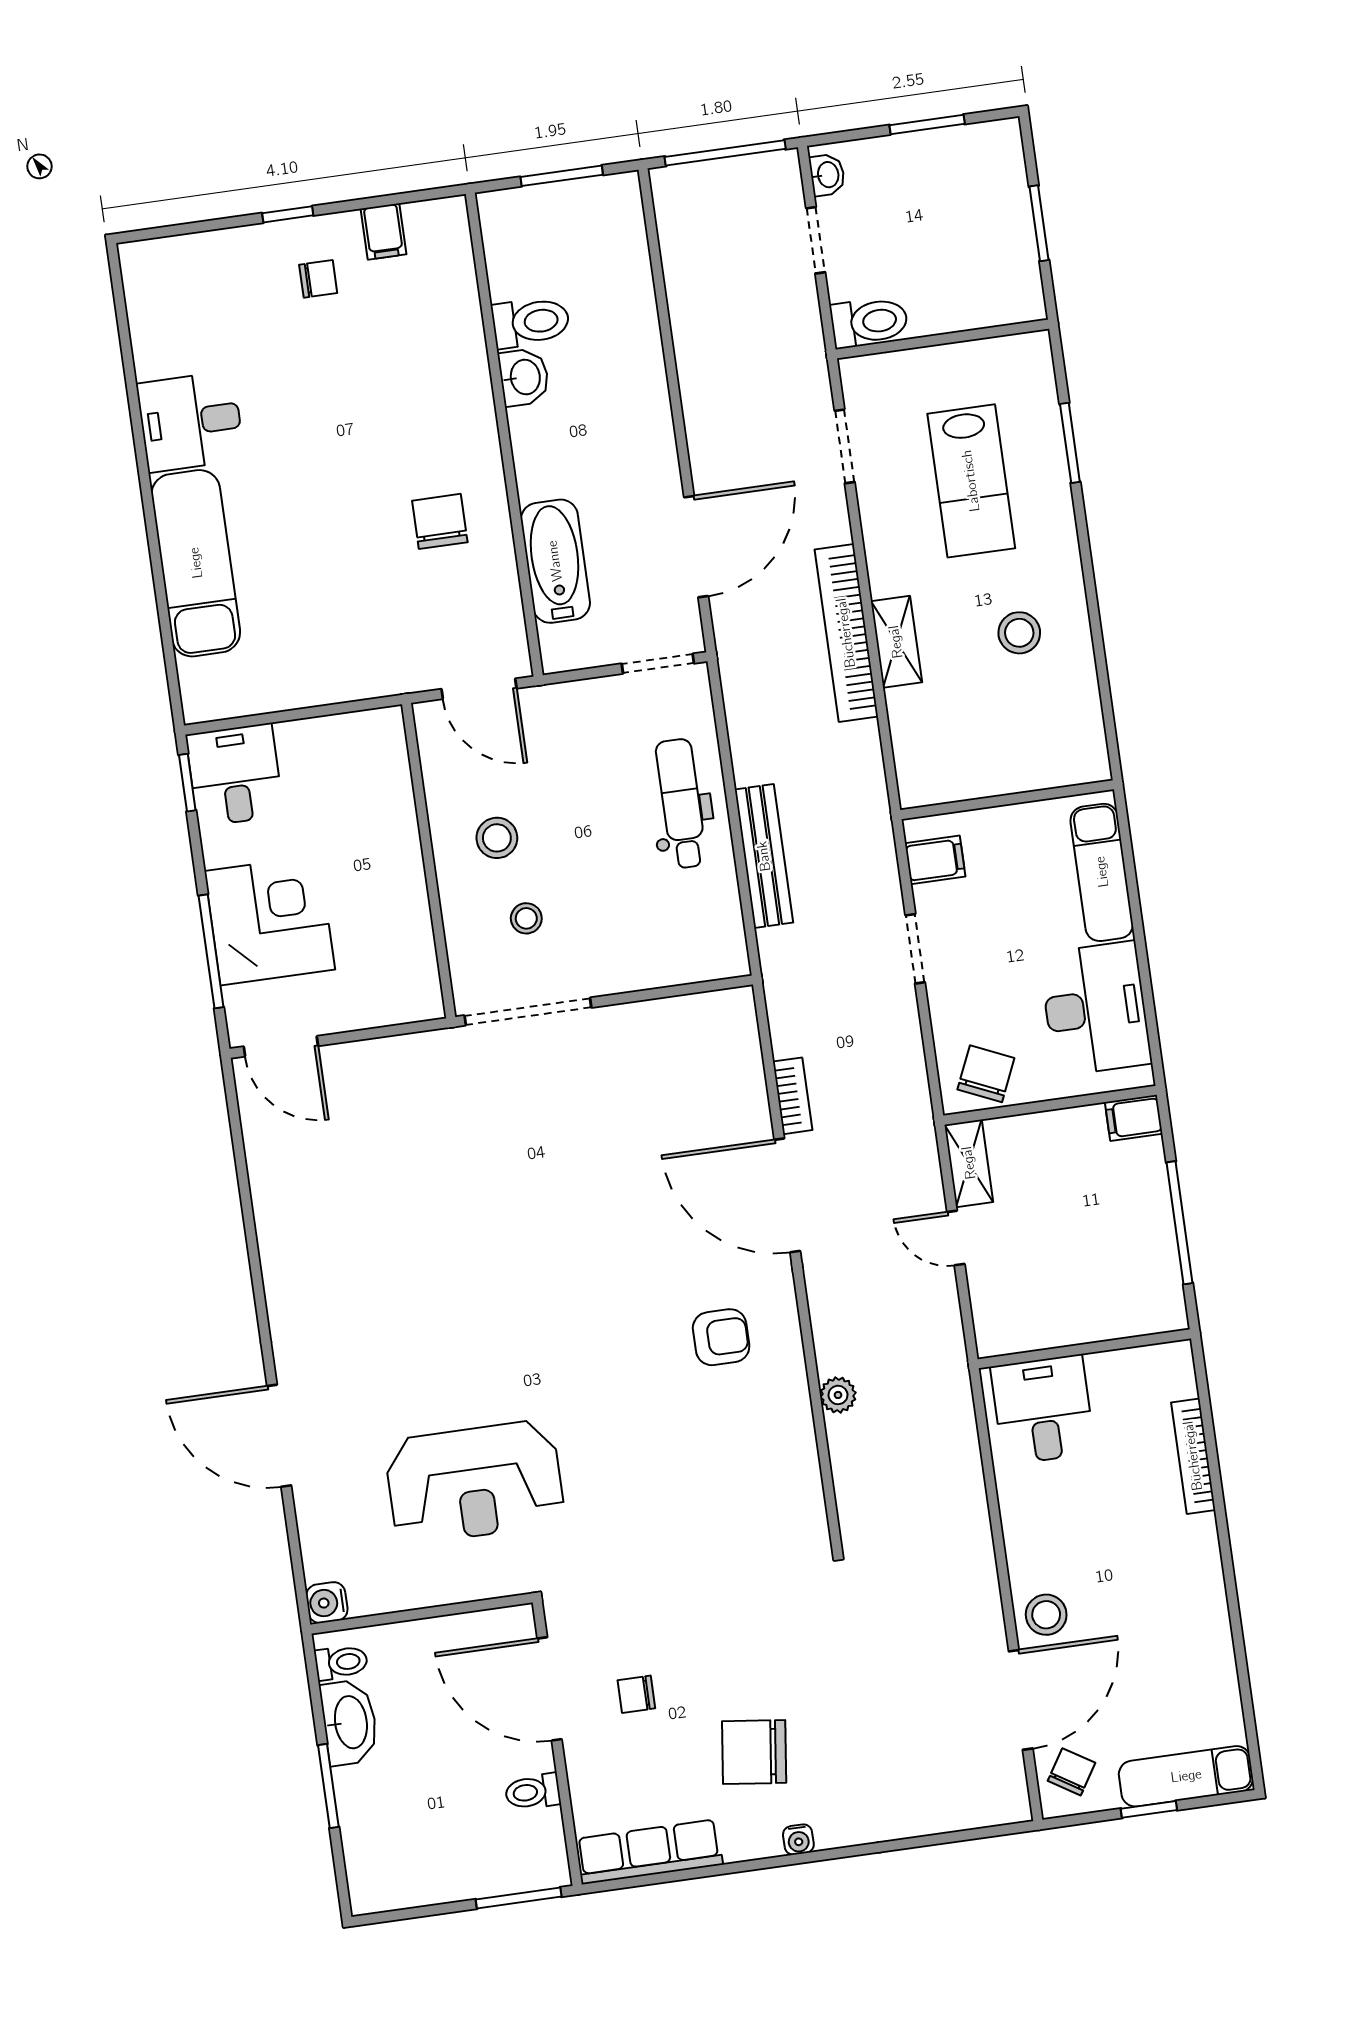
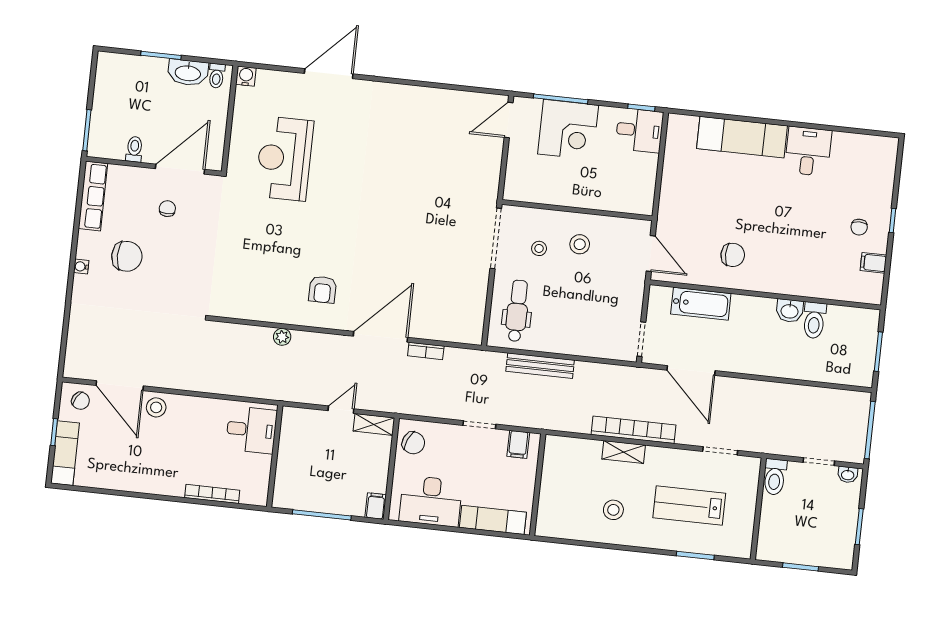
door: (479, 689) -> (651, 253), swing flipped
dental chair: (681, 804) -> (517, 311), moved, turned -90
chair: (754, 1752) -> (127, 256), turned 83

